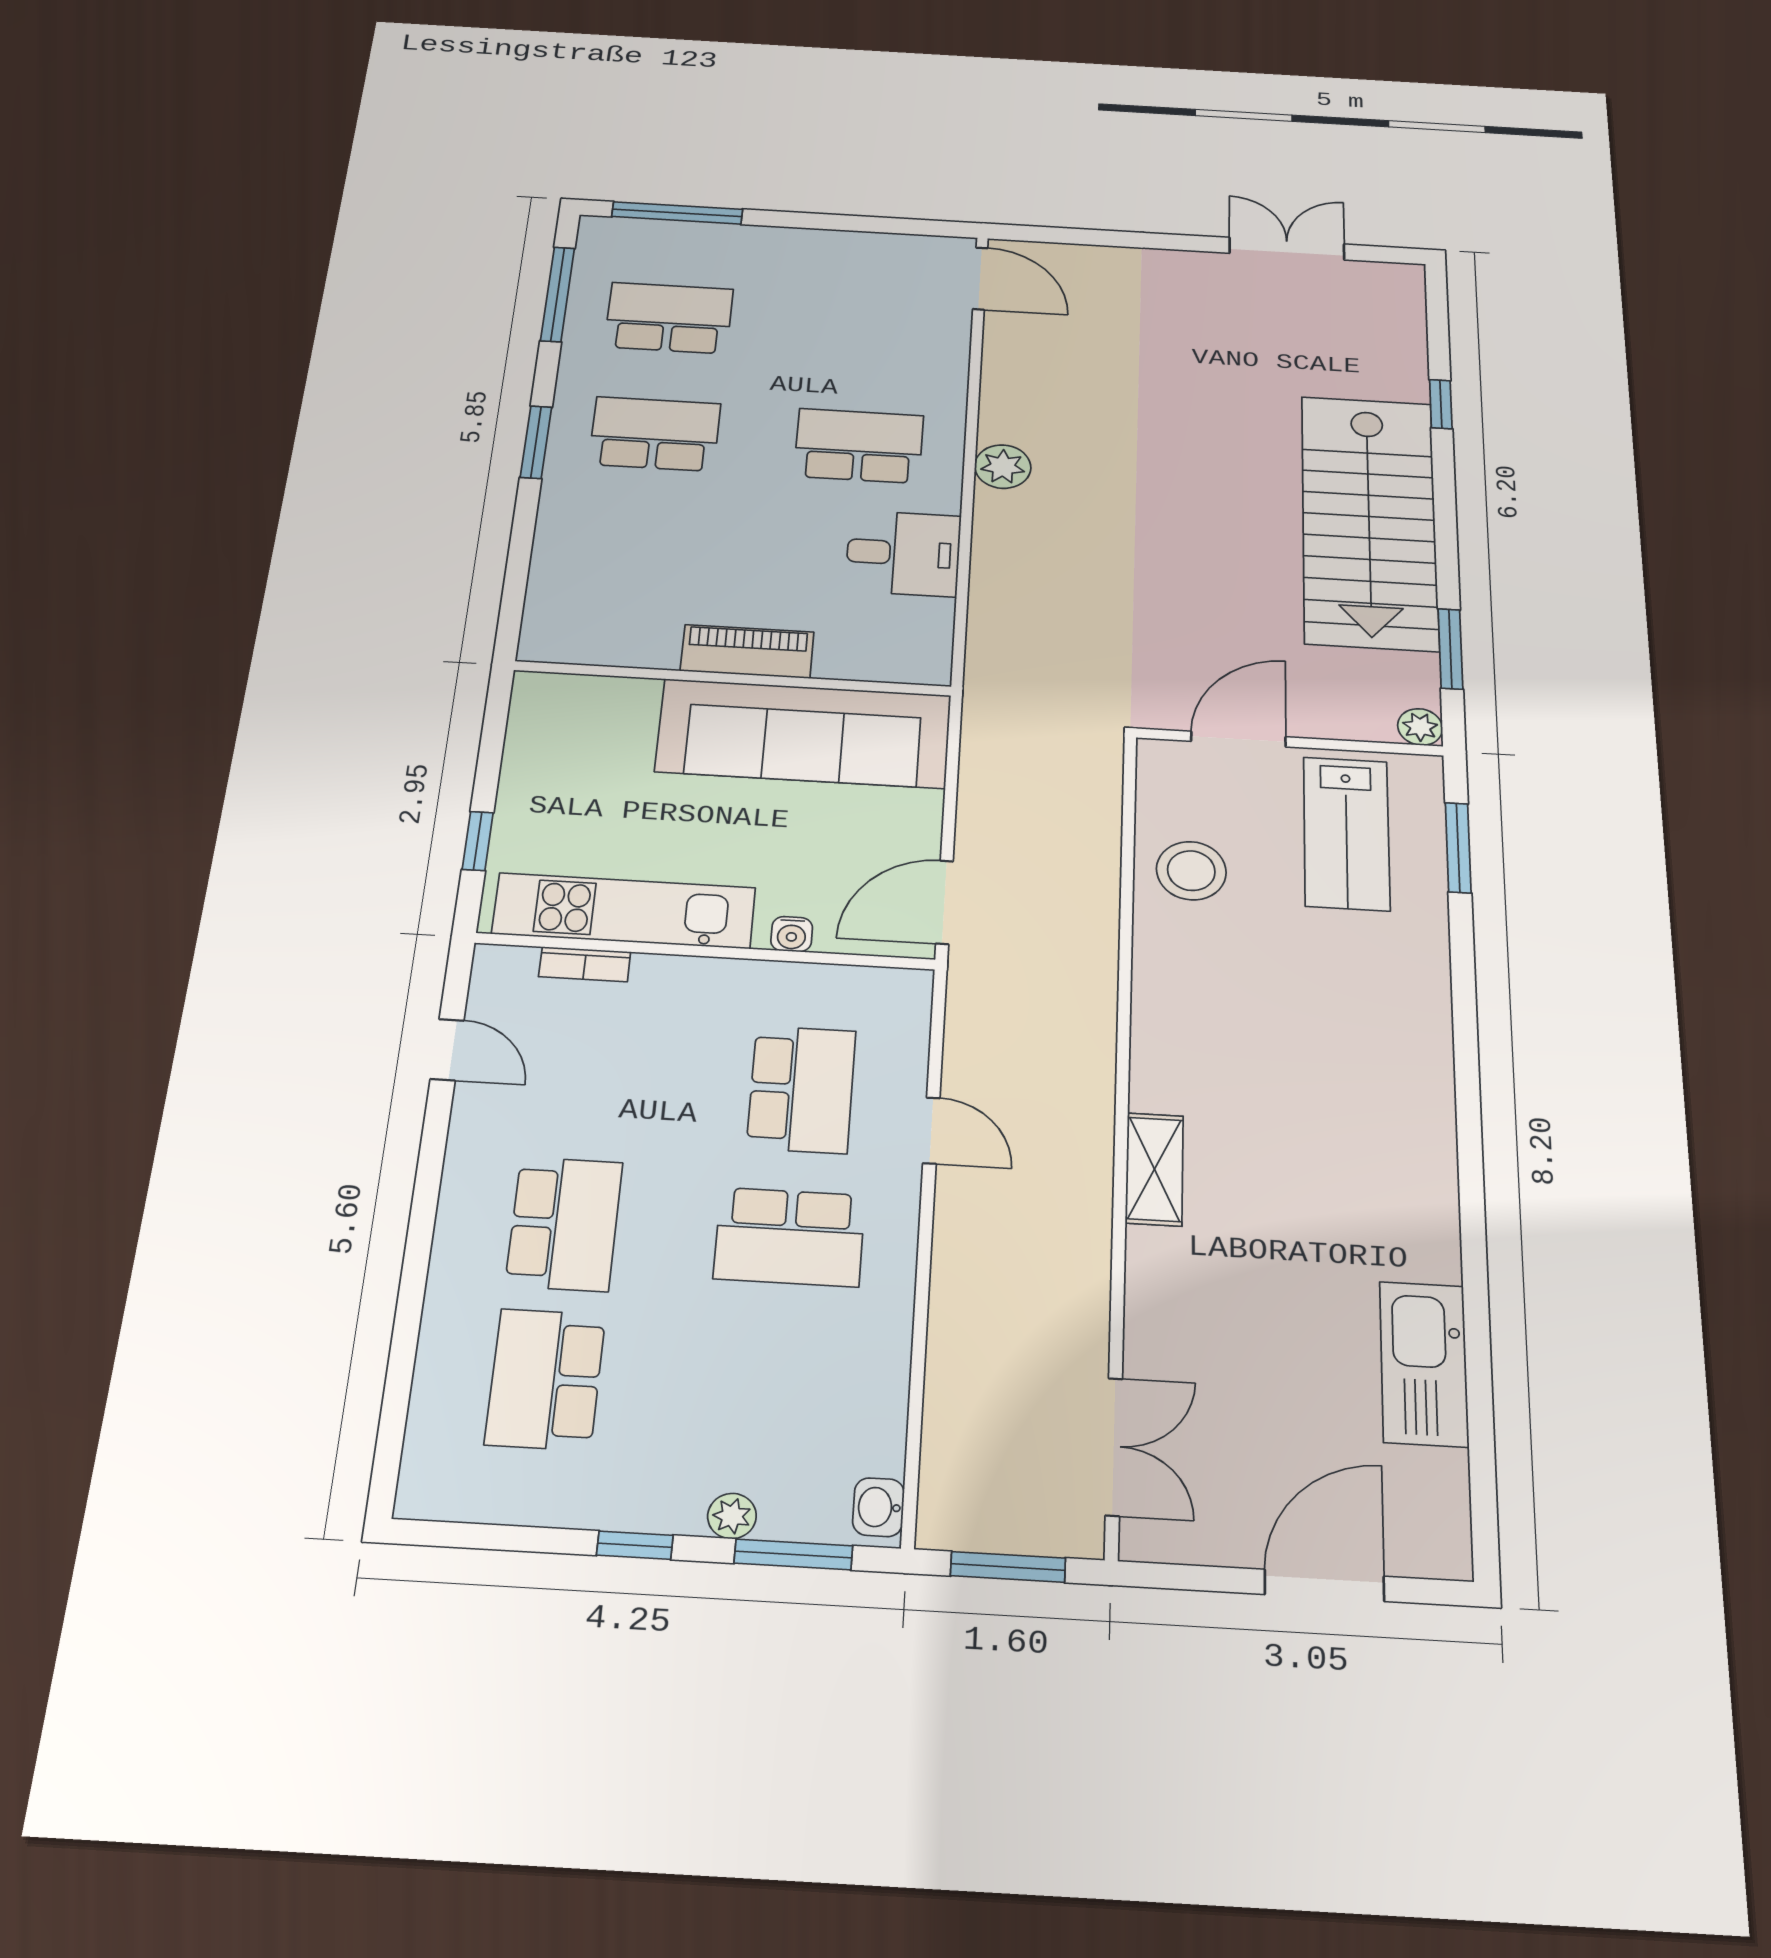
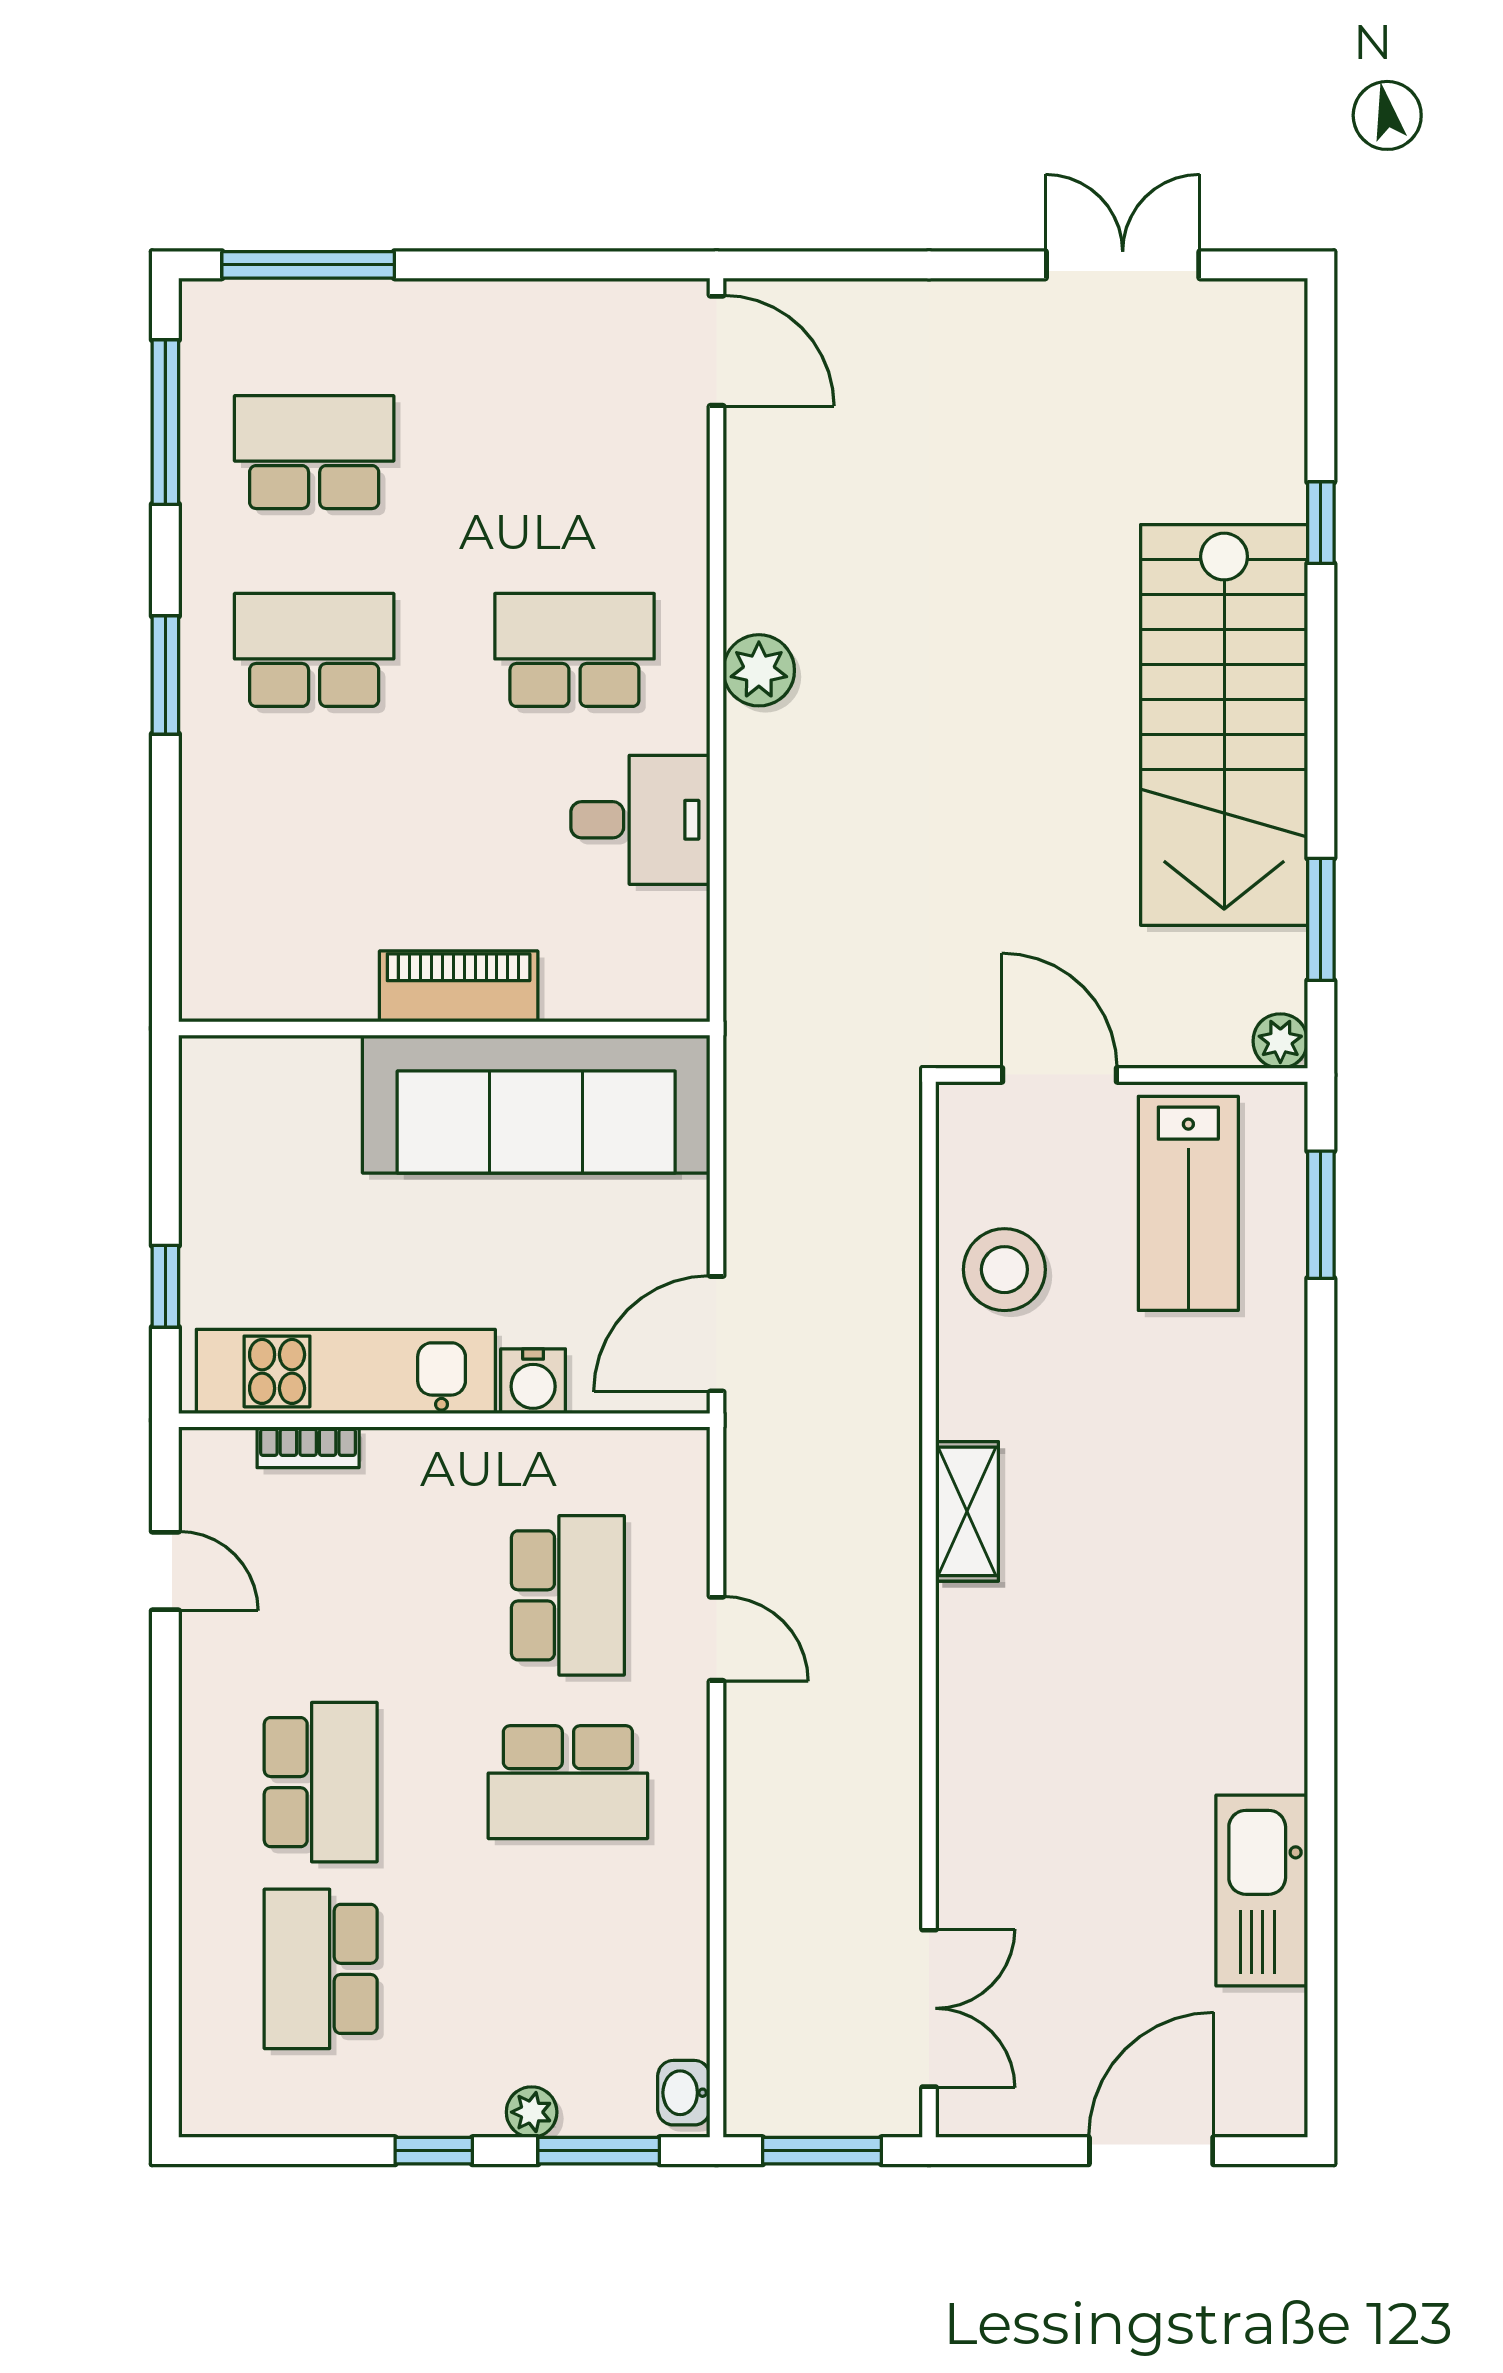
door: (1238, 739) -> (1060, 1075), hinge flipped
water cooler: (792, 934) -> (533, 1381), width x1.38, depth x1.38
shelving: (1154, 1169) -> (967, 1511), moved

